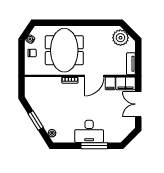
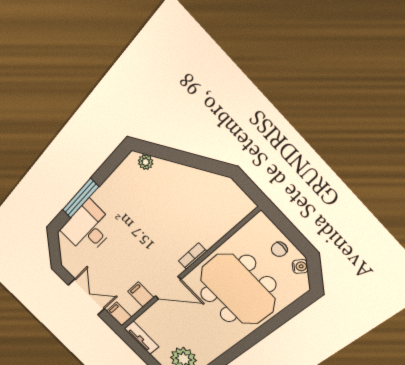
door: (94, 76) -> (168, 288), swing flipped
filing cabinet: (126, 83) -> (119, 314), width x0.50
window: (36, 120) -> (184, 158), removed
desk: (89, 131) -> (88, 228), moved

